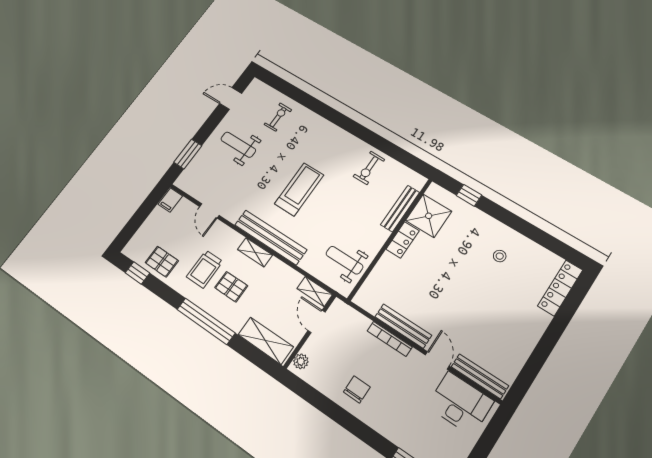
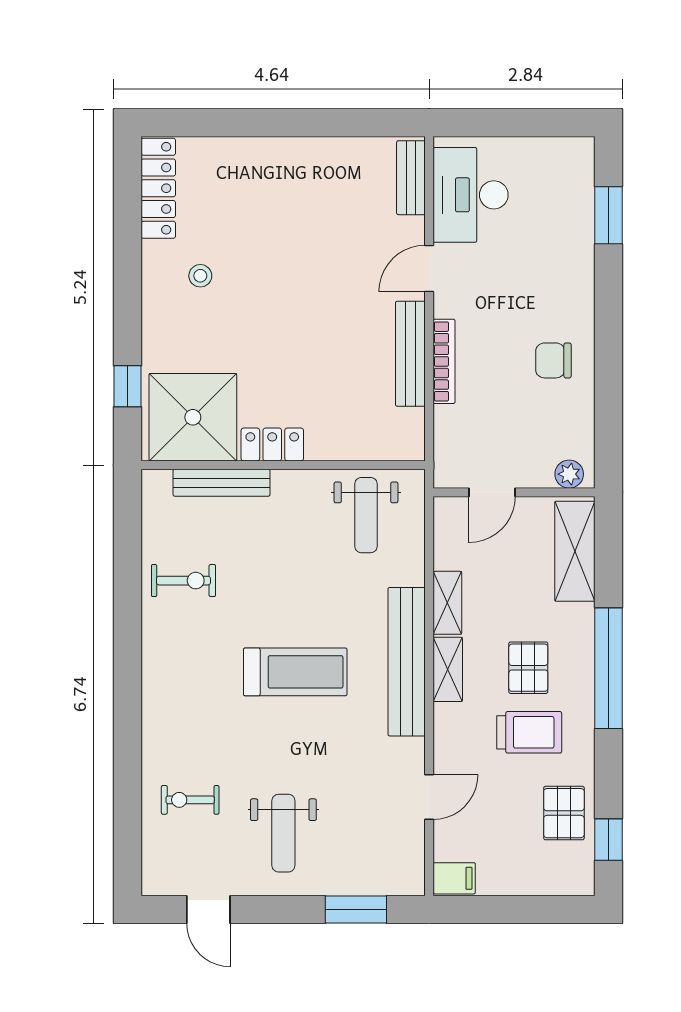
treadmill: (299, 189) -> (295, 672), turned 180
shower: (429, 216) -> (193, 417), width x1.37, depth x1.37
locker: (560, 288) -> (158, 188), moved, turned -90
shelving: (315, 291) -> (447, 603), moved
bench: (480, 376) -> (411, 178), width x0.73

